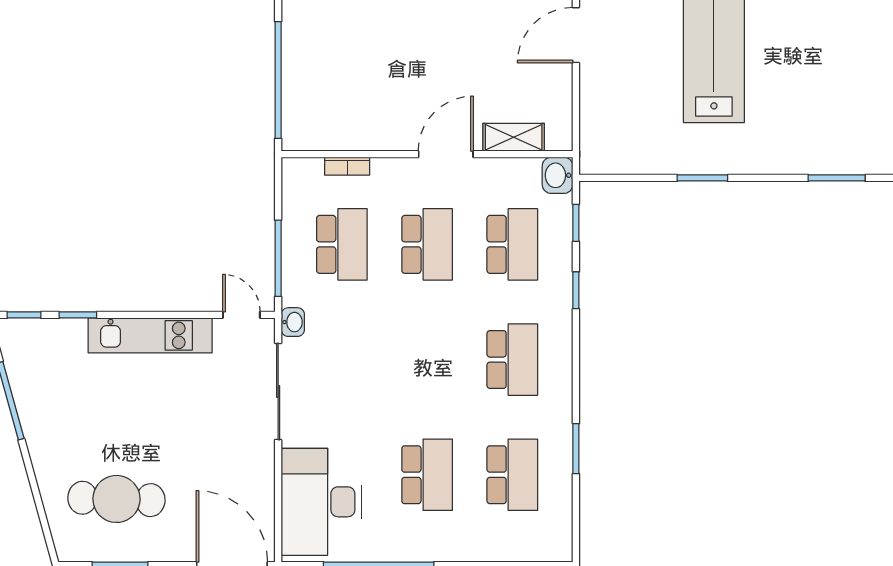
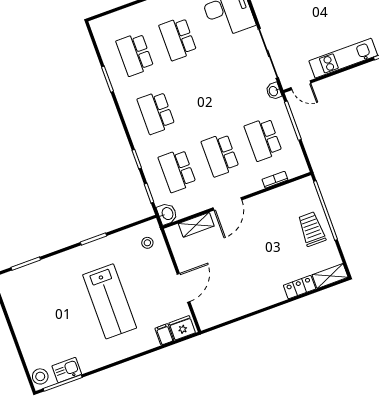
trolley: (314, 56) -> (312, 229), added
stool: (611, 137) -> (147, 243), added

